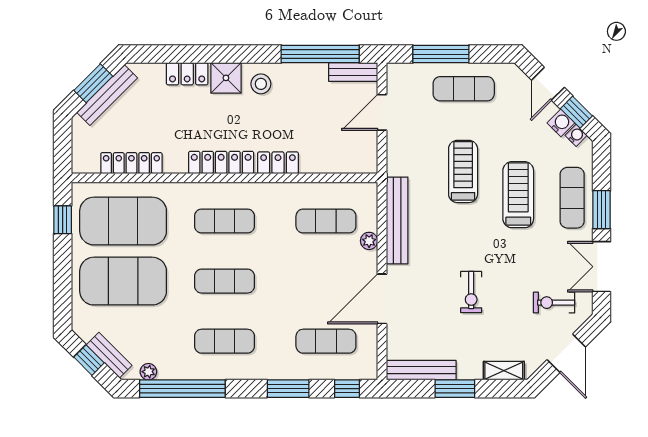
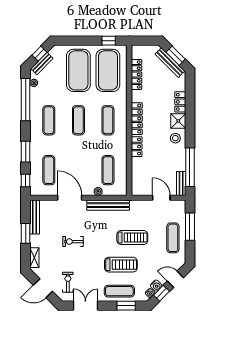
window: (601, 210) -> (126, 306), moved

